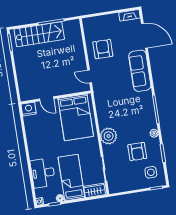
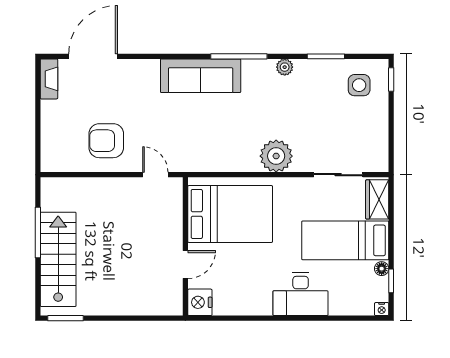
sofa: (140, 71) -> (201, 76), moved
door: (90, 77) -> (155, 175), swing flipped
armchair: (137, 152) -> (315, 105), removed
desk: (43, 173) -> (301, 294), moved

